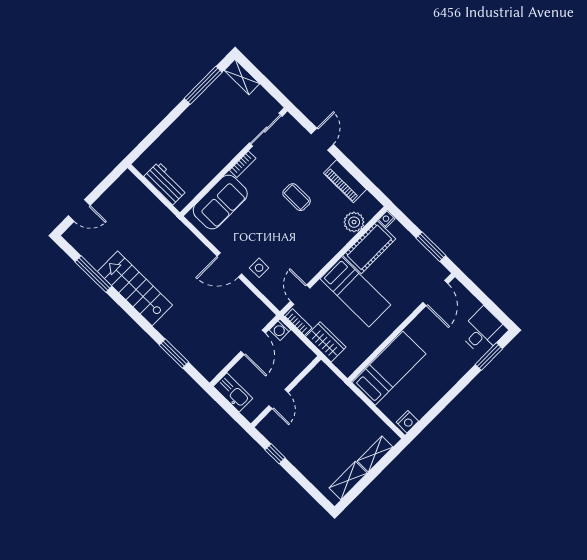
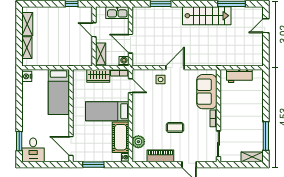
shelving: (298, 364) -> (101, 54), added

